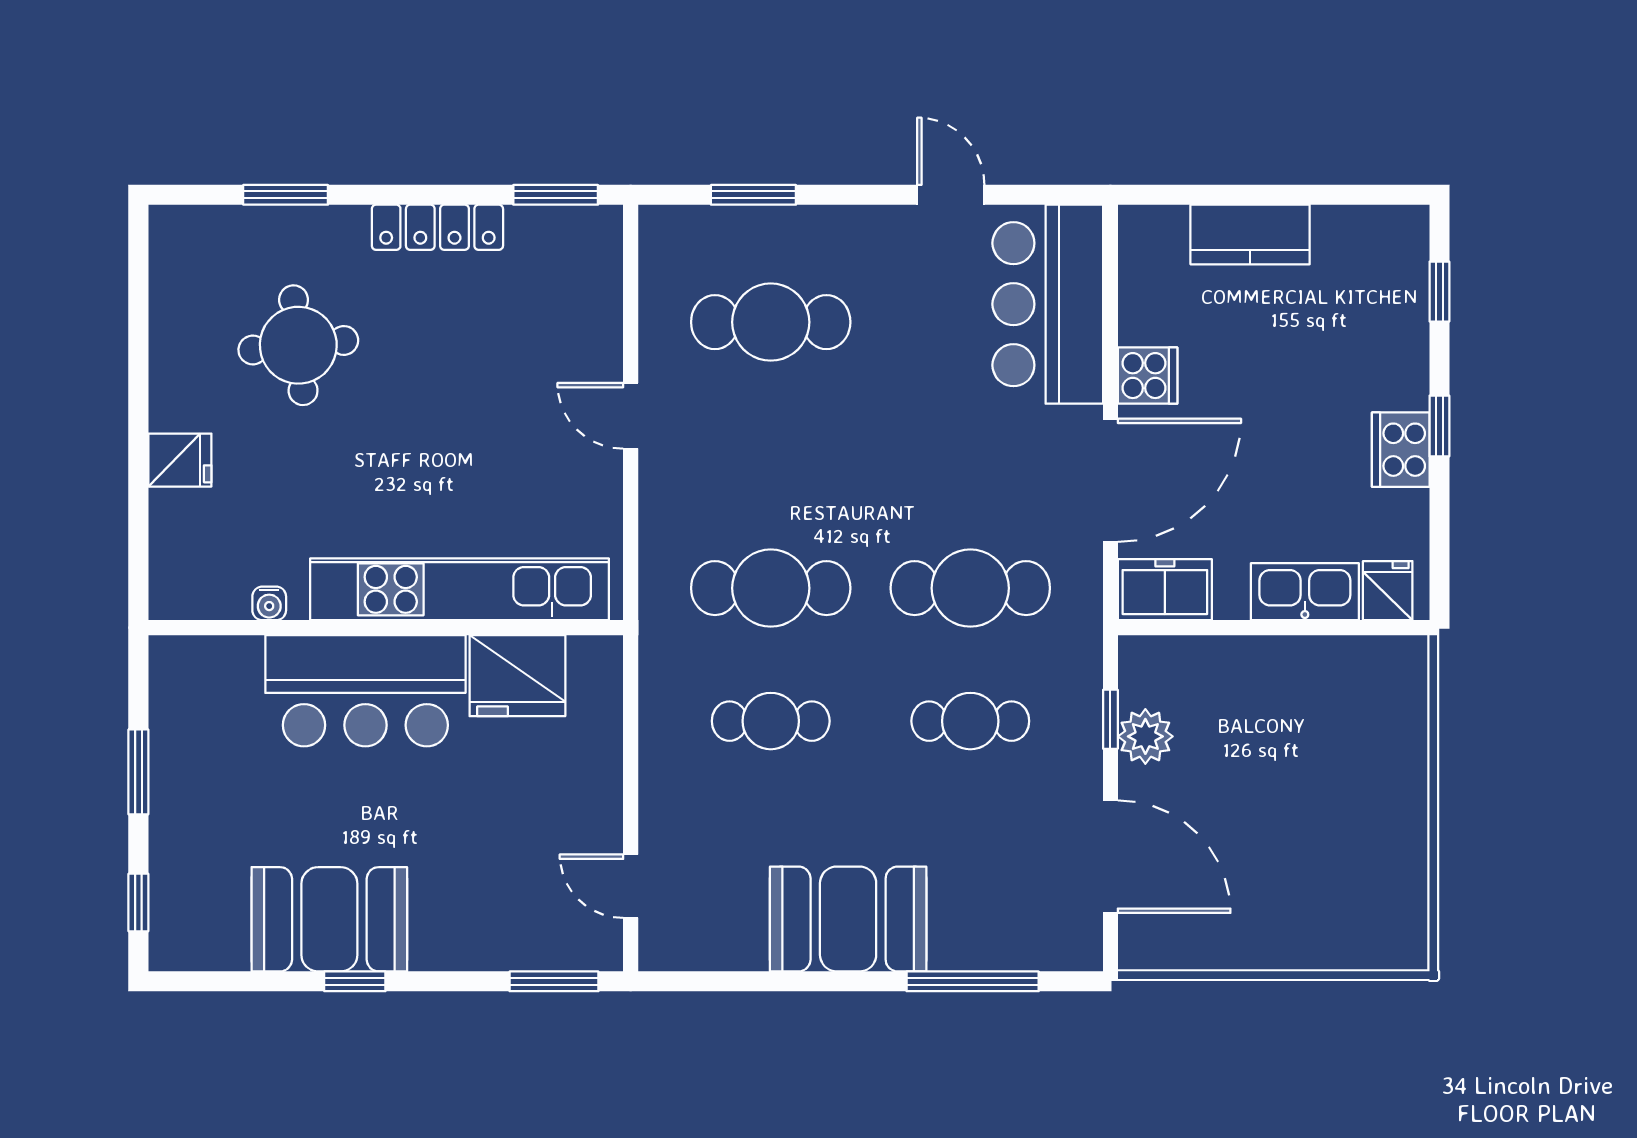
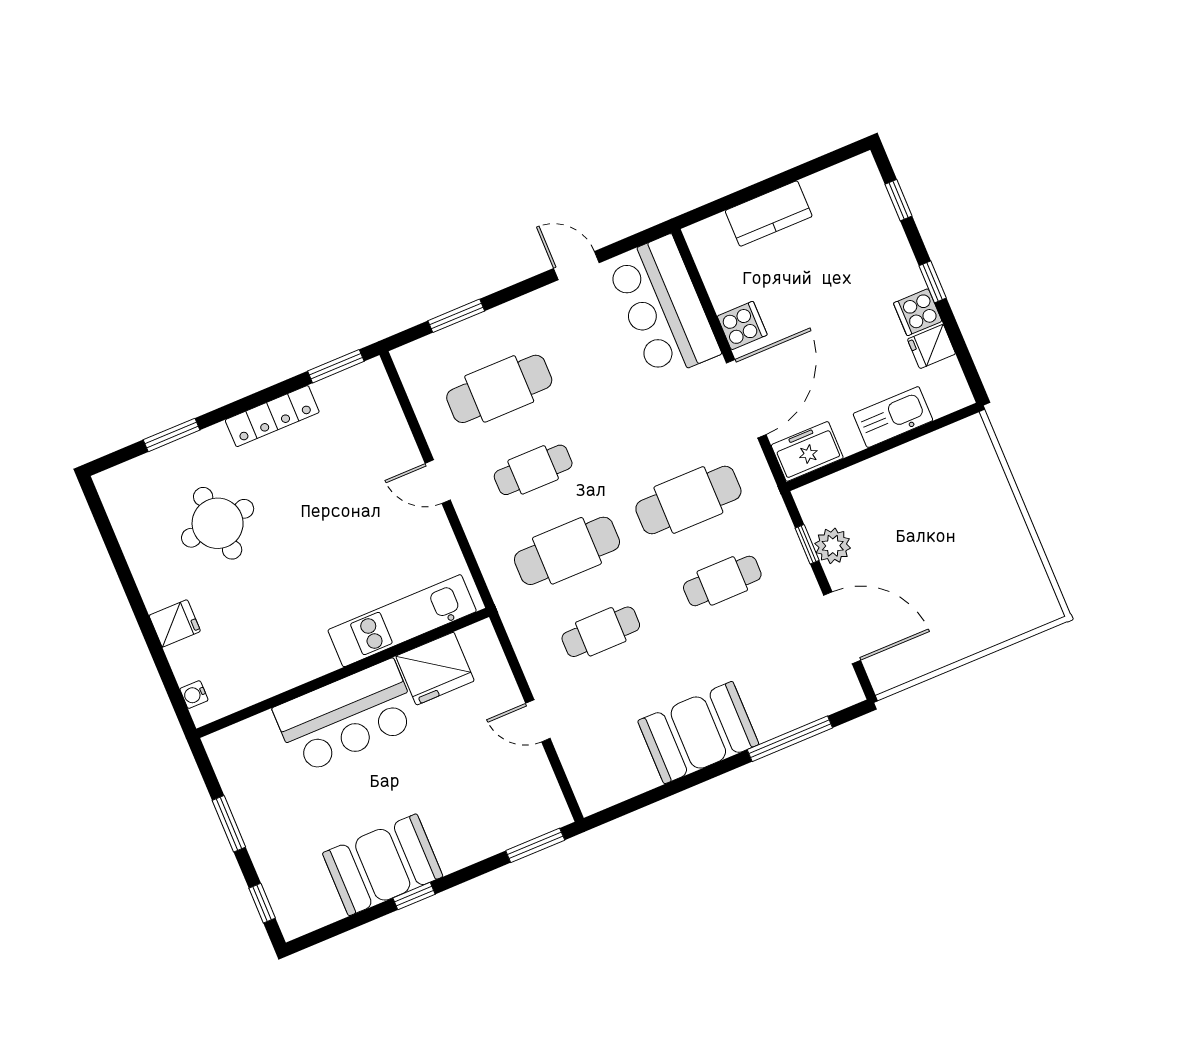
cooker: (1401, 450) -> (918, 312), width x0.73
cafe table: (771, 455) -> (533, 470), added
kitchen unit: (459, 589) -> (402, 621), width x0.73
fridge: (1388, 591) -> (931, 346), moved, turned -90
water cooler: (269, 603) -> (194, 695), moved, turned 90
door: (631, 886) -> (538, 721), moved

